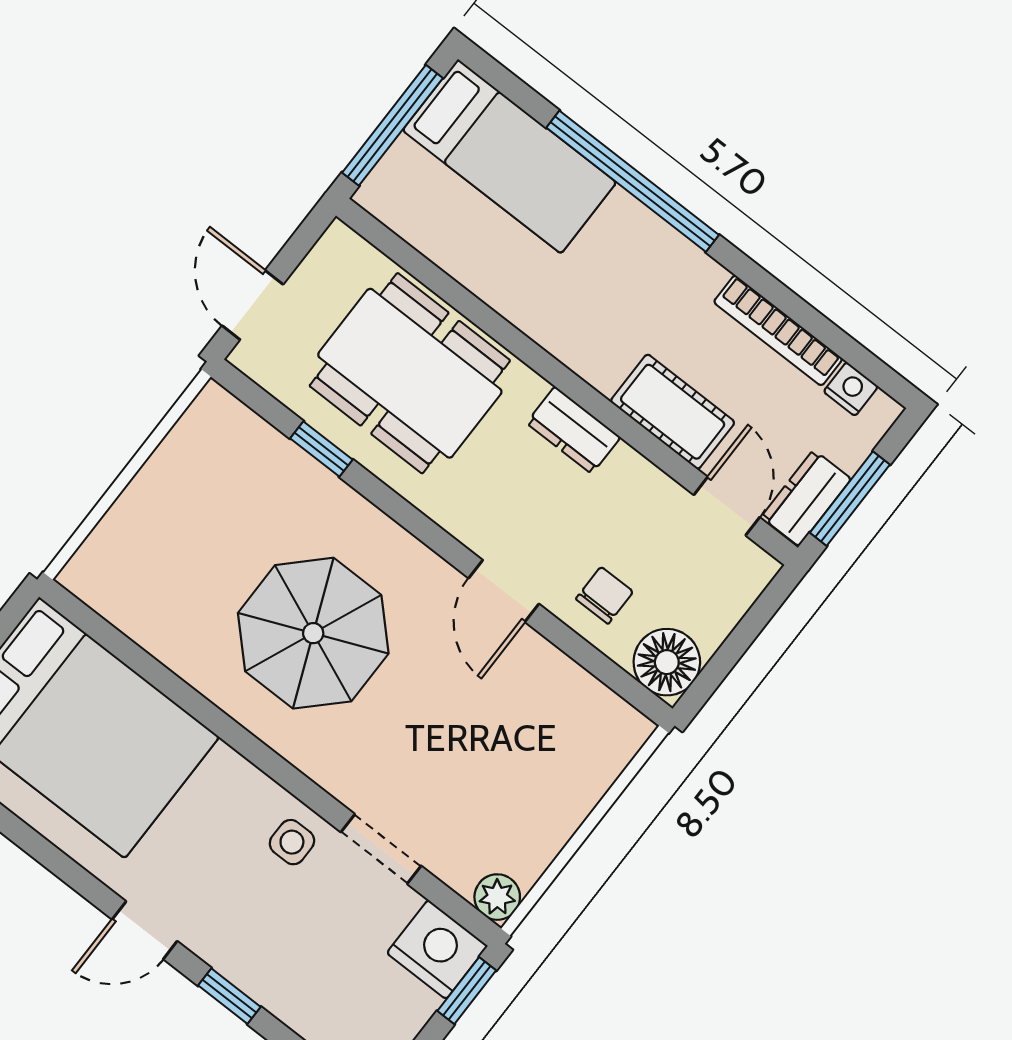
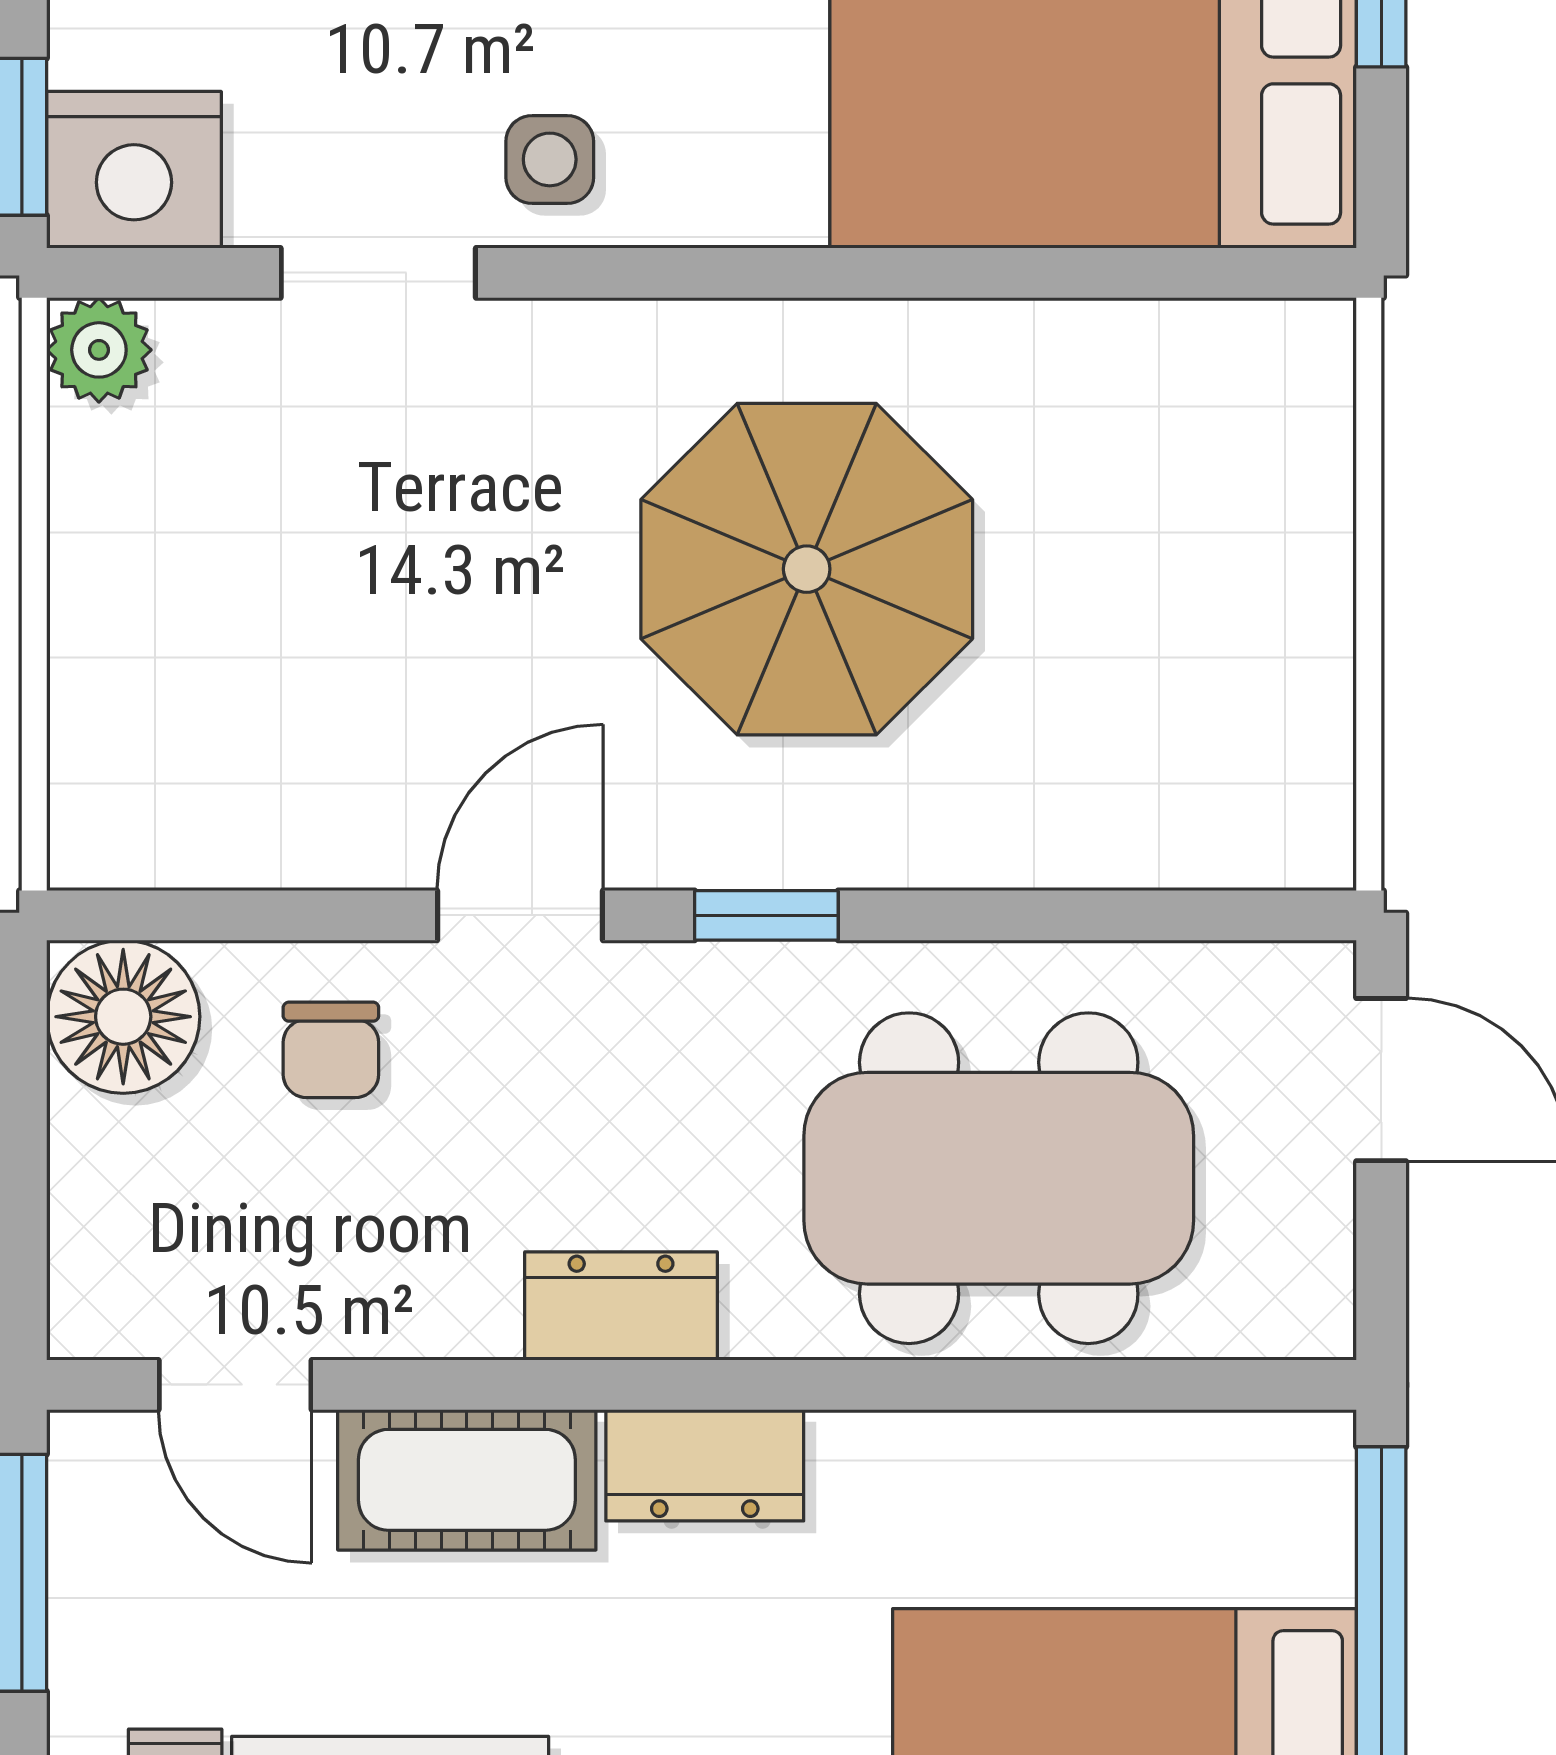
window: (321, 449) -> (766, 915), moved
dresser: (806, 498) -> (705, 1465), moved, turned 90
door: (504, 591) -> (520, 915), hinge flipped

